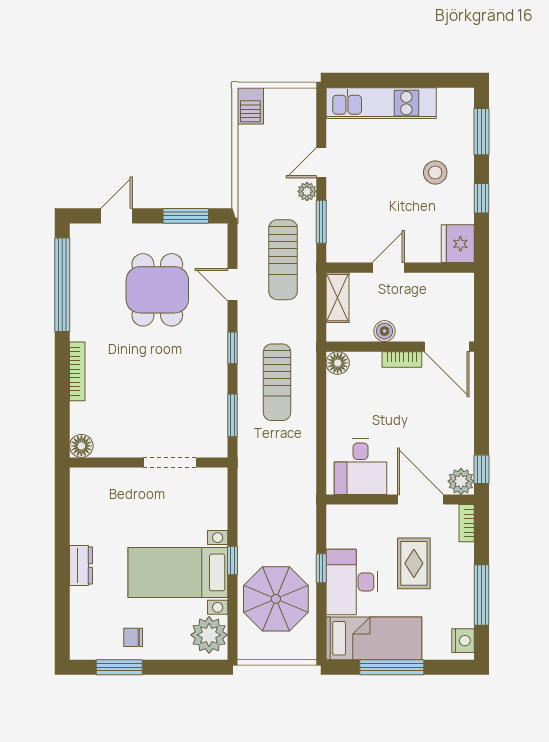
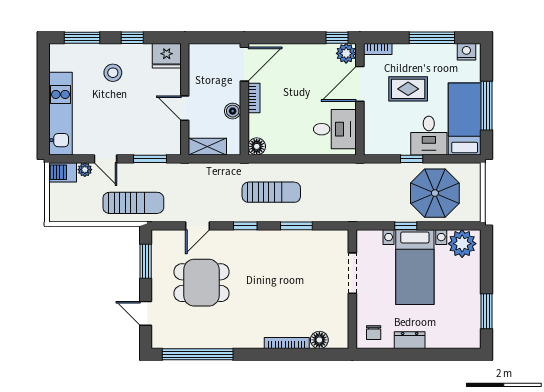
barbecue: (250, 106) -> (63, 172), moved, turned 180
plant: (307, 191) -> (85, 170), moved
sun lounger: (283, 260) -> (133, 203), moved
bookcase: (77, 371) -> (287, 343), moved
wall: (149, 462) -> (352, 289), moved
doorway: (170, 462) -> (352, 273), moved
desk: (352, 582) -> (429, 136), width x0.73
chair: (133, 637) -> (374, 333), moved

